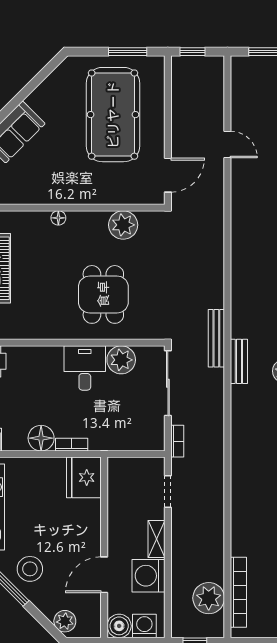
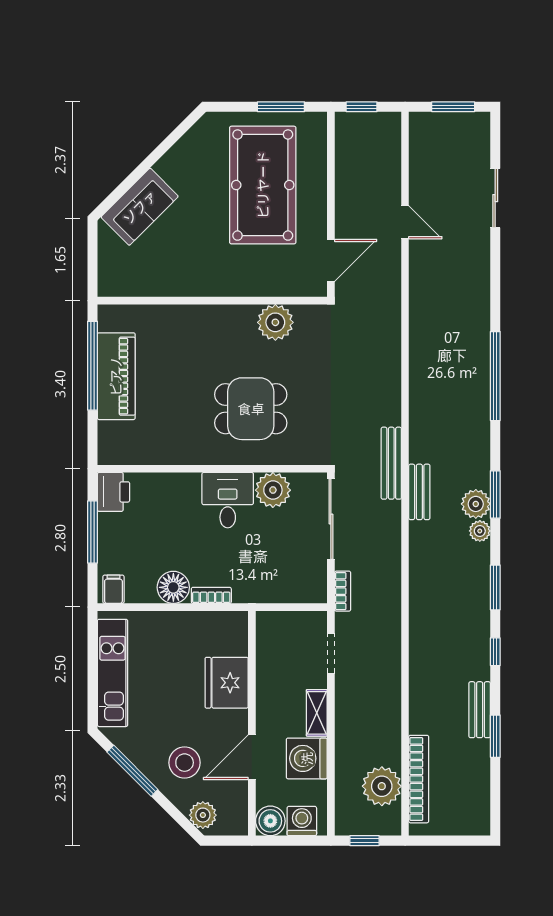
floor lamp: (58, 218) -> (195, 314), removed
dining table: (103, 294) -> (251, 409), turned 90
fridge: (84, 477) -> (227, 683), moved
stool: (30, 569) -> (185, 763), moved

